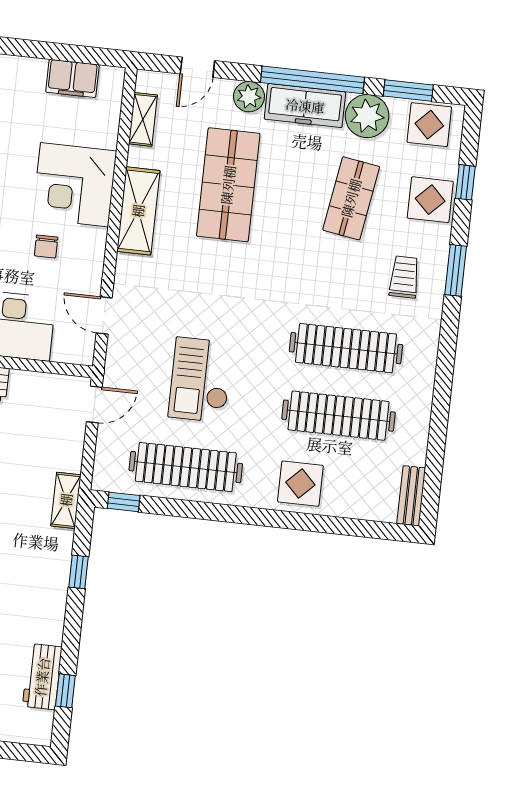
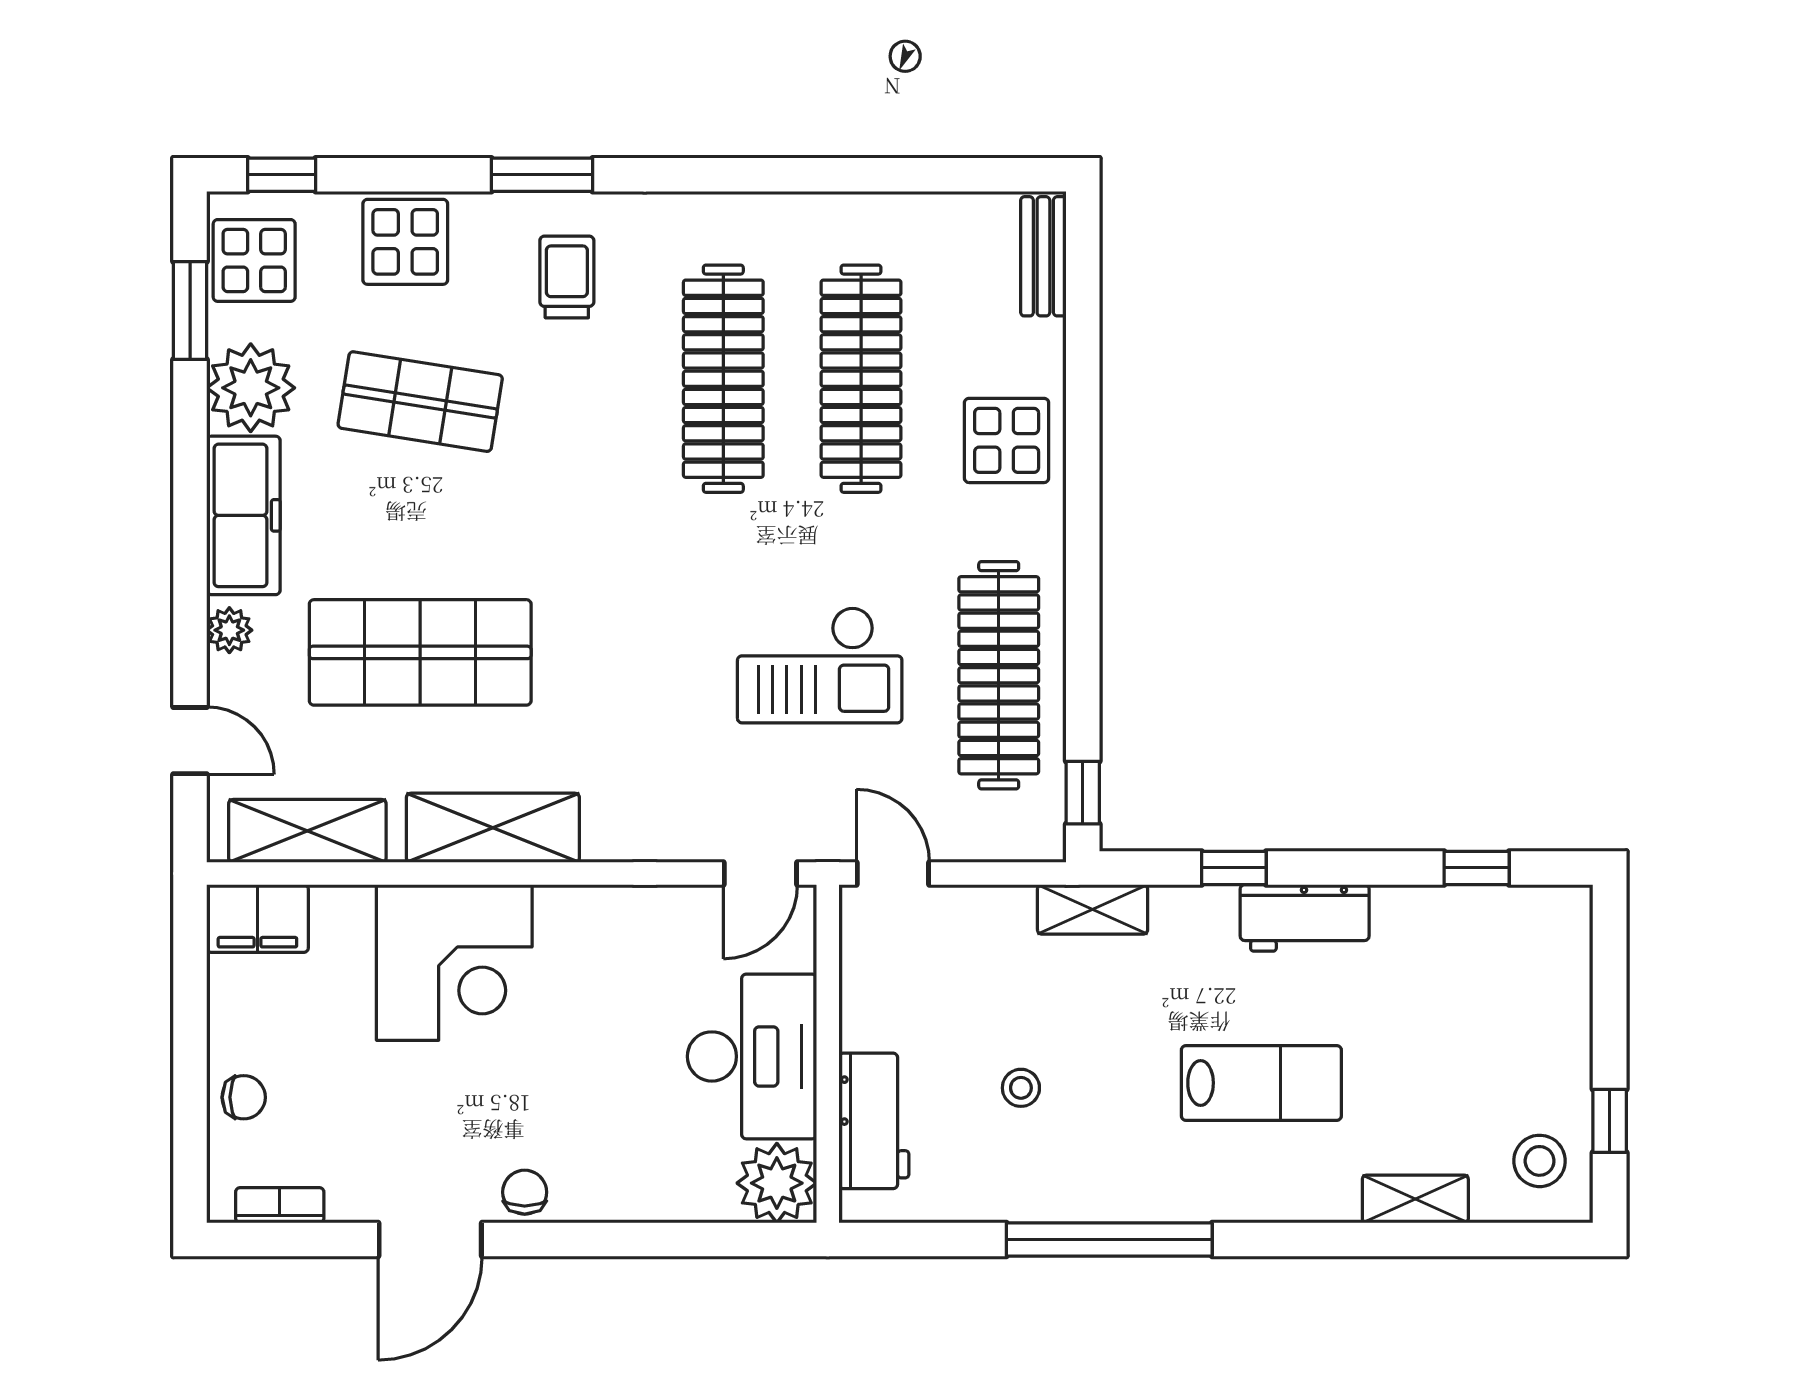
filing cabinet: (72, 78) -> (257, 918), moved, turned 90
window: (312, 80) -> (190, 506), removed
plant: (249, 97) -> (229, 630), width x0.73, depth x0.73
shelving: (143, 119) -> (307, 831), width x1.50, depth x1.33
window: (465, 182) -> (282, 175), moved
chair: (46, 246) -> (244, 1097), moved
trolley: (404, 277) -> (567, 277), turned 90
door: (104, 315) -> (760, 874), moved
bench: (411, 496) -> (1043, 256), moved, turned 90
workbench: (42, 677) -> (1305, 918), moved

